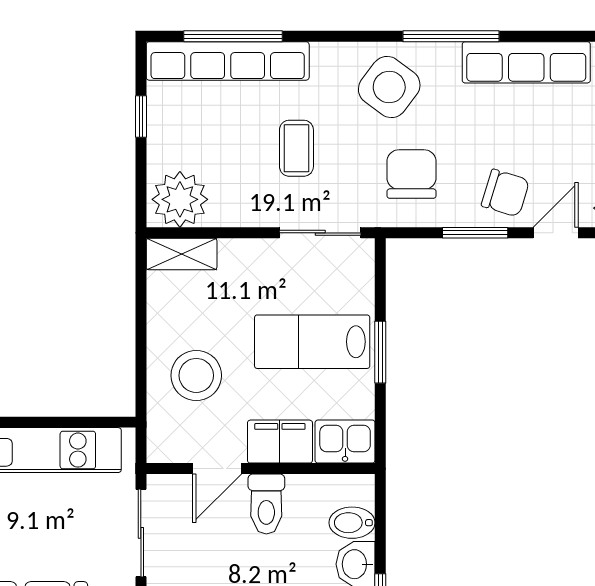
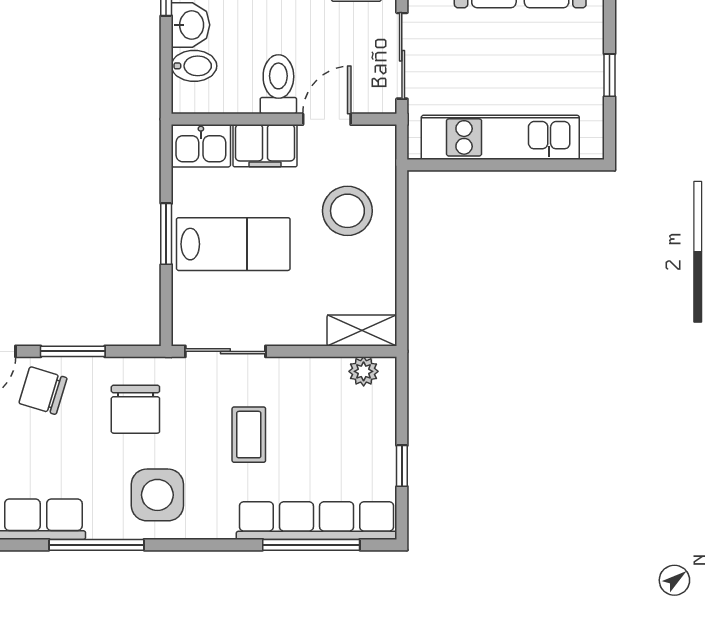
side table: (389, 87) -> (157, 495), turned -37
plant: (180, 199) -> (364, 371), width x0.53, depth x0.53

